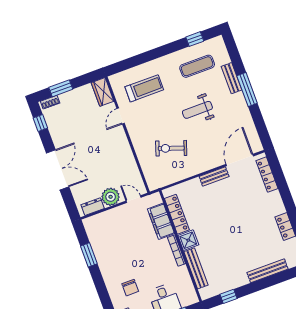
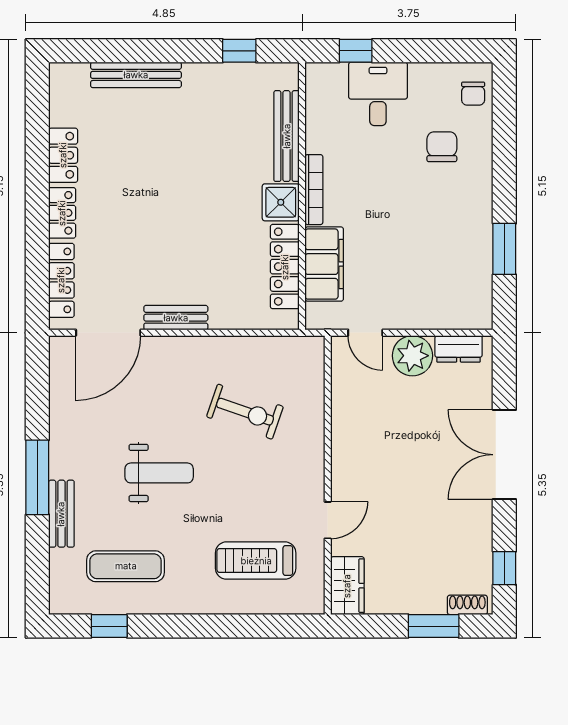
locker: (277, 203) -> (62, 213), added

